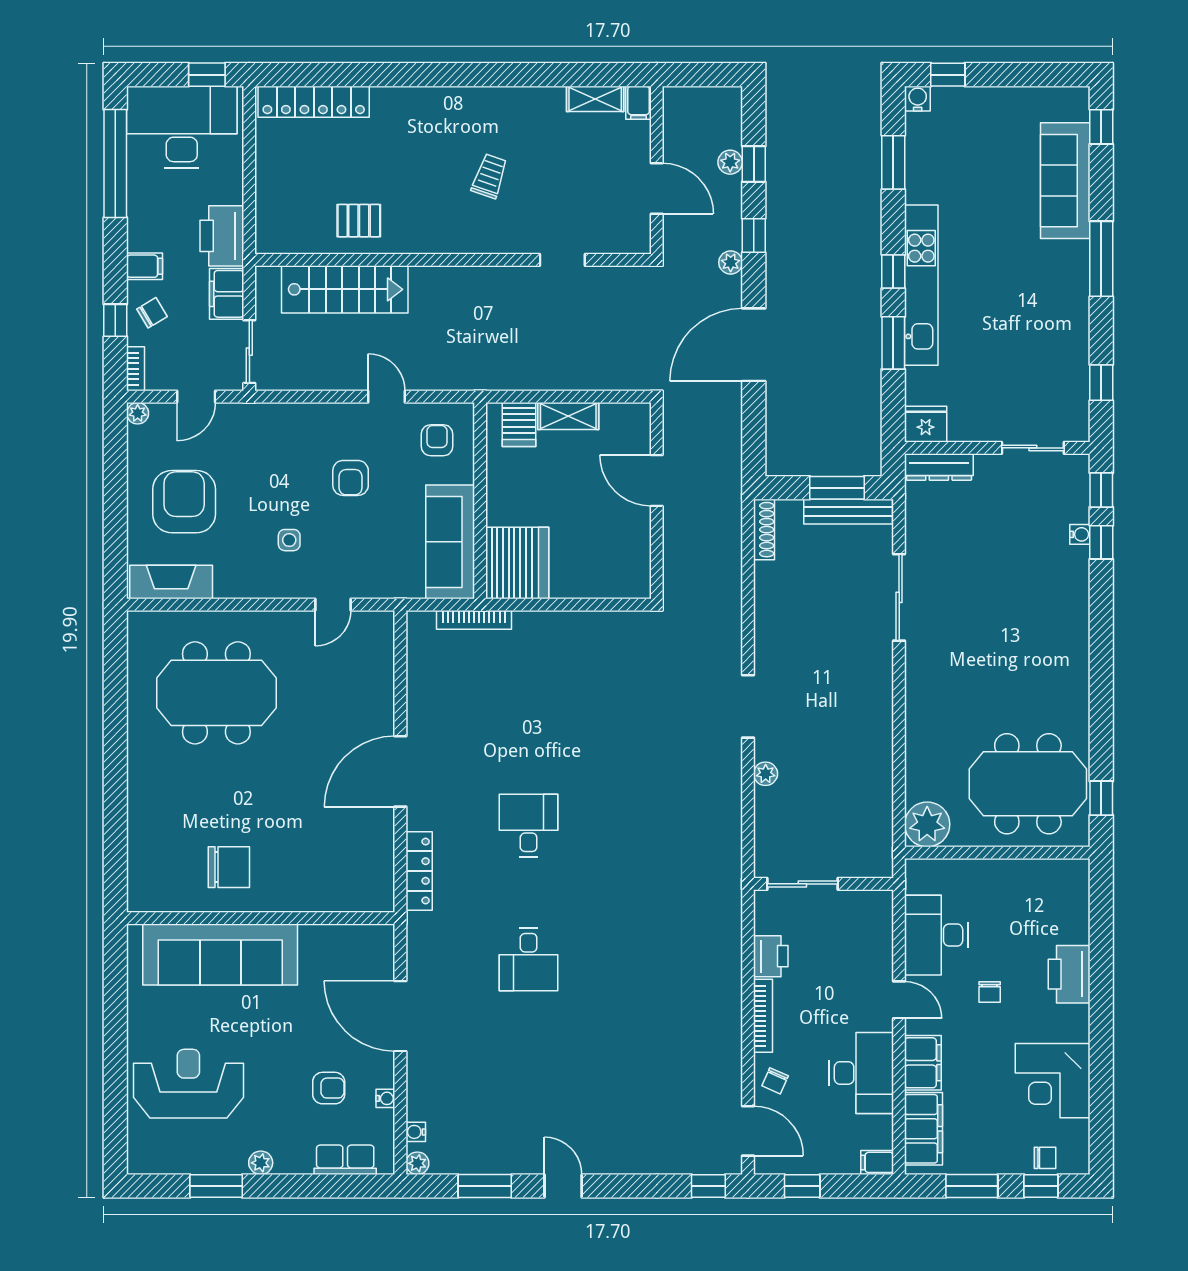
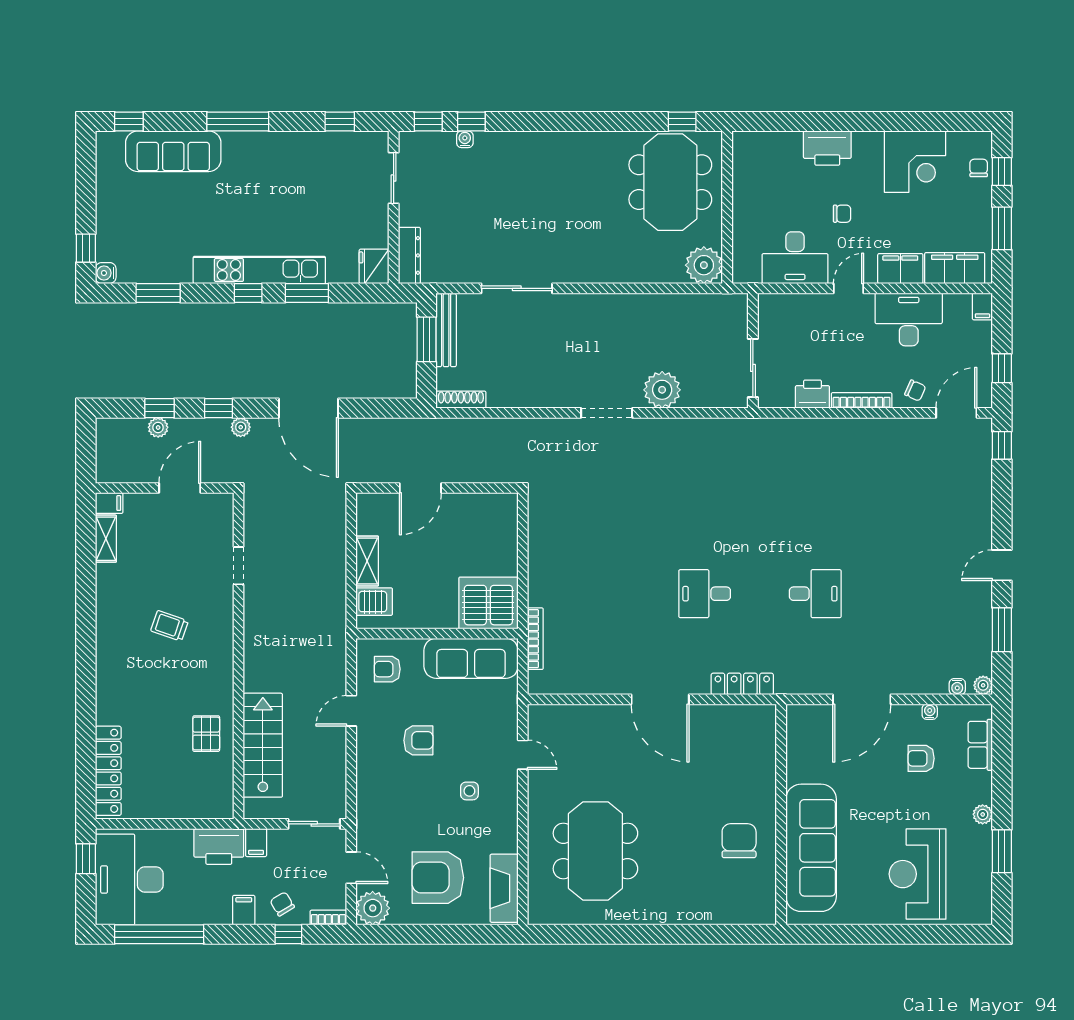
filing cabinet: (227, 294) -> (256, 843), width x0.50
plant: (138, 413) -> (373, 908), width x1.87, depth x1.87
plant: (766, 774) -> (662, 390), width x1.87, depth x1.87
armchair: (329, 1088) -> (921, 758), turned -90

